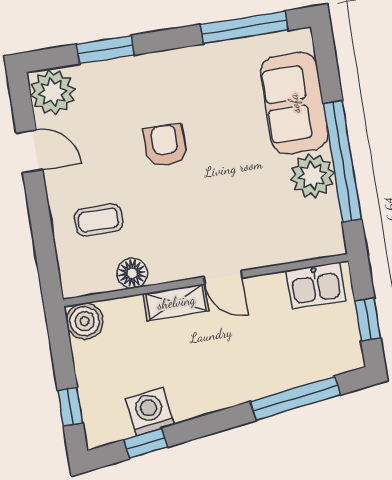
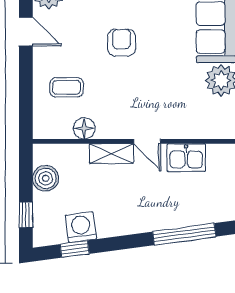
kitchen sink: (316, 286) -> (186, 158), moved
boiler: (85, 321) -> (46, 178), moved

